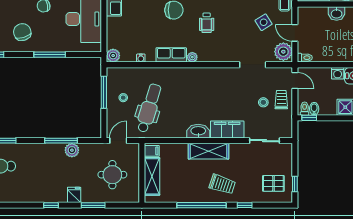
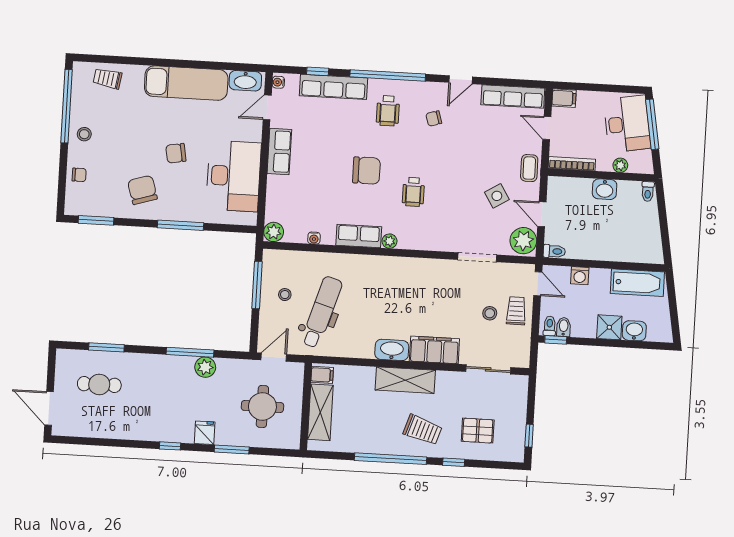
washing machine: (338, 73) -> (580, 276), moved
pallet: (273, 183) -> (478, 431), moved

